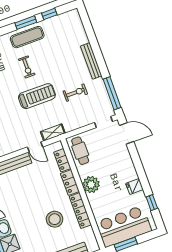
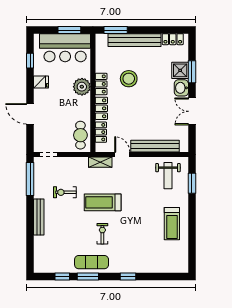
door: (127, 133) -> (30, 114), moved
plant: (91, 184) -> (82, 87), moved
locker: (80, 211) -> (101, 84), width x0.66

